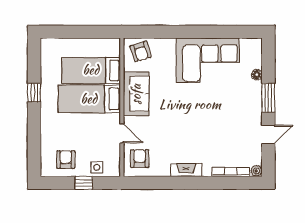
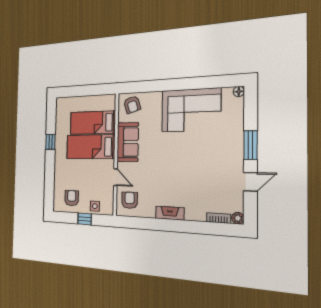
floor lamp: (257, 75) -> (239, 92), moved
bookcase: (231, 172) -> (219, 218), width x0.64

